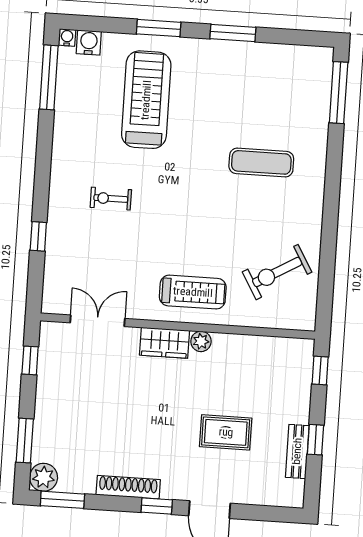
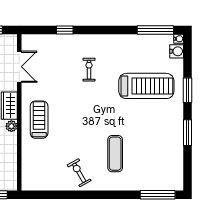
exercise bike: (277, 272) -> (79, 173), moved, width x0.73, depth x0.72
treadmill: (193, 292) -> (39, 120), turned 180

